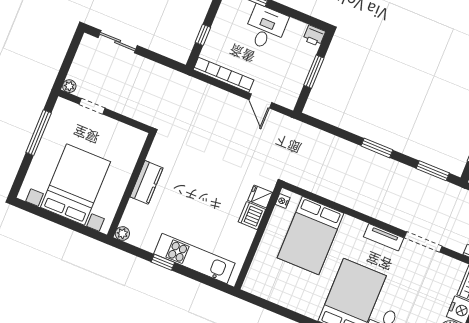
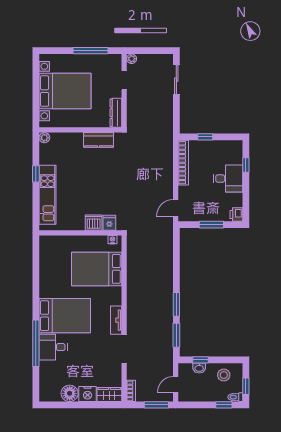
door: (260, 101) -> (176, 208), moved
dresser: (128, 133) -> (116, 113), added
window: (377, 148) -> (176, 304), moved
kitchen counter: (147, 182) -> (99, 140), moved

